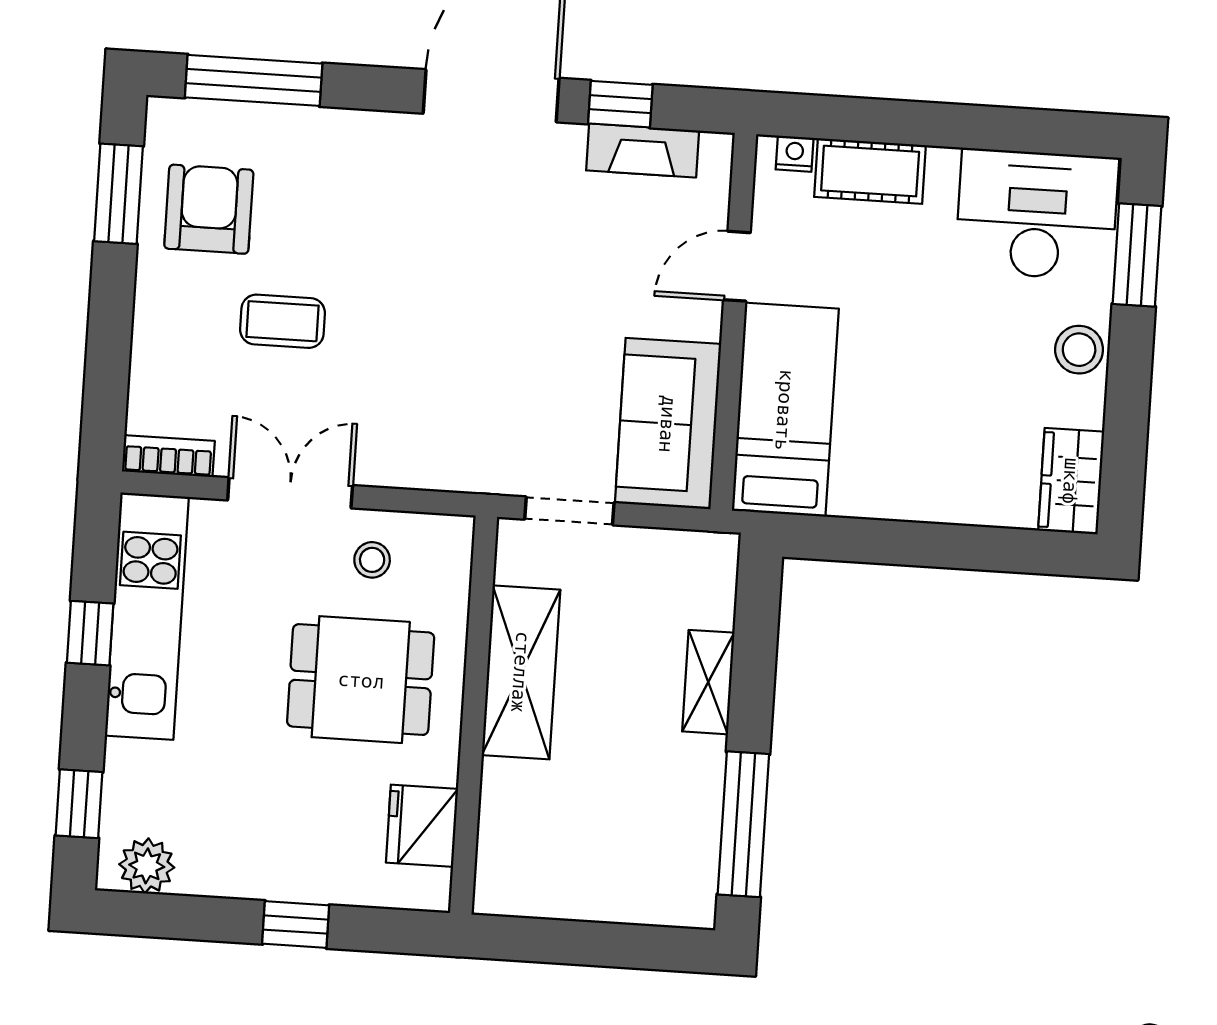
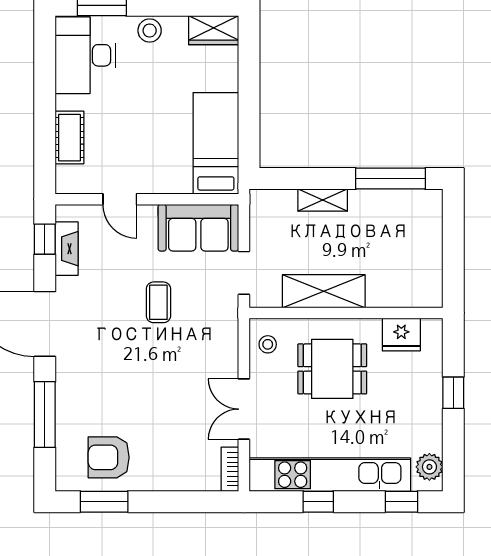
window: (254, 80) -> (45, 415), moved
window: (620, 104) -> (45, 239), moved
nightstand: (795, 154) -> (63, 175), removed
coffee table: (283, 321) -> (158, 302), moved
bed: (785, 410) -> (216, 143), moved, turned 90
stool: (372, 560) -> (268, 344), moved
kitchen unit: (147, 616) -> (330, 475), width x1.36
dining table: (361, 680) -> (332, 369), turned 90

